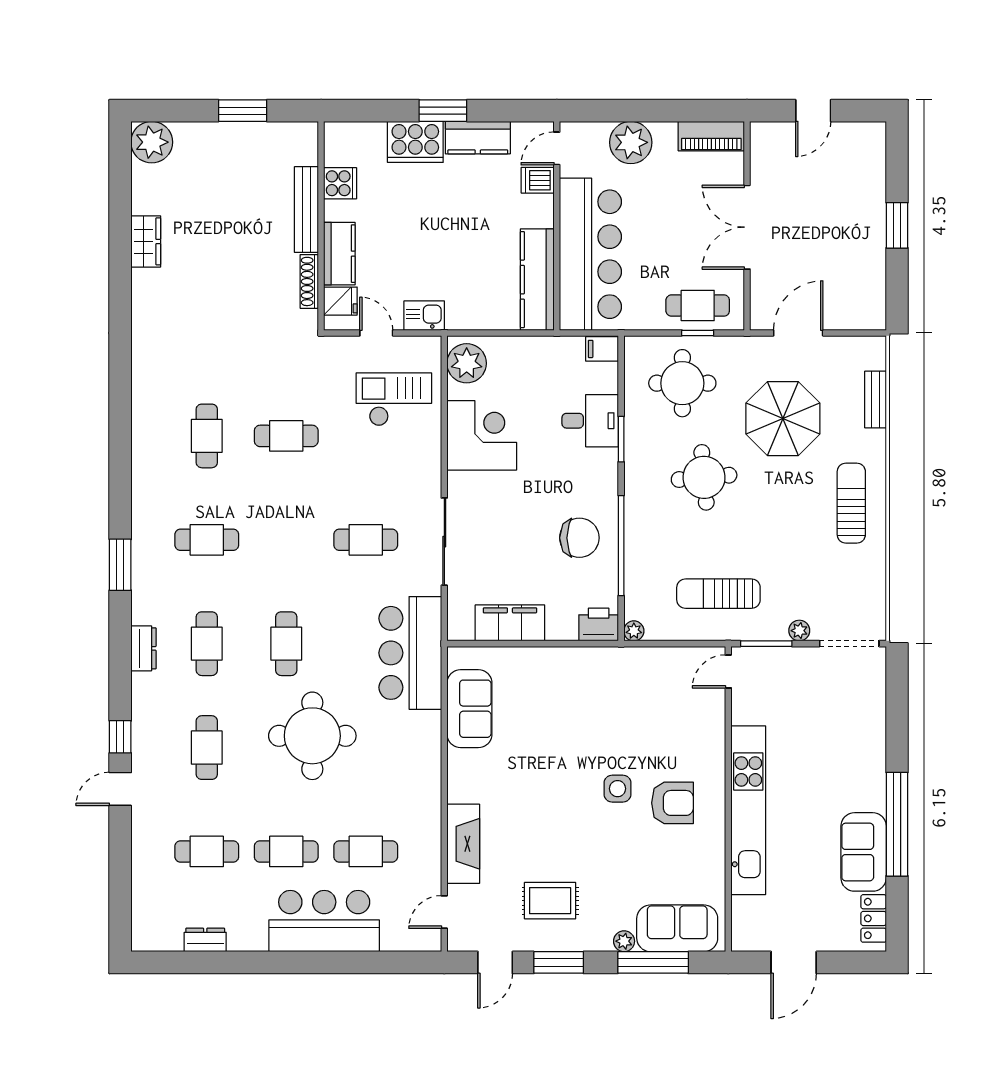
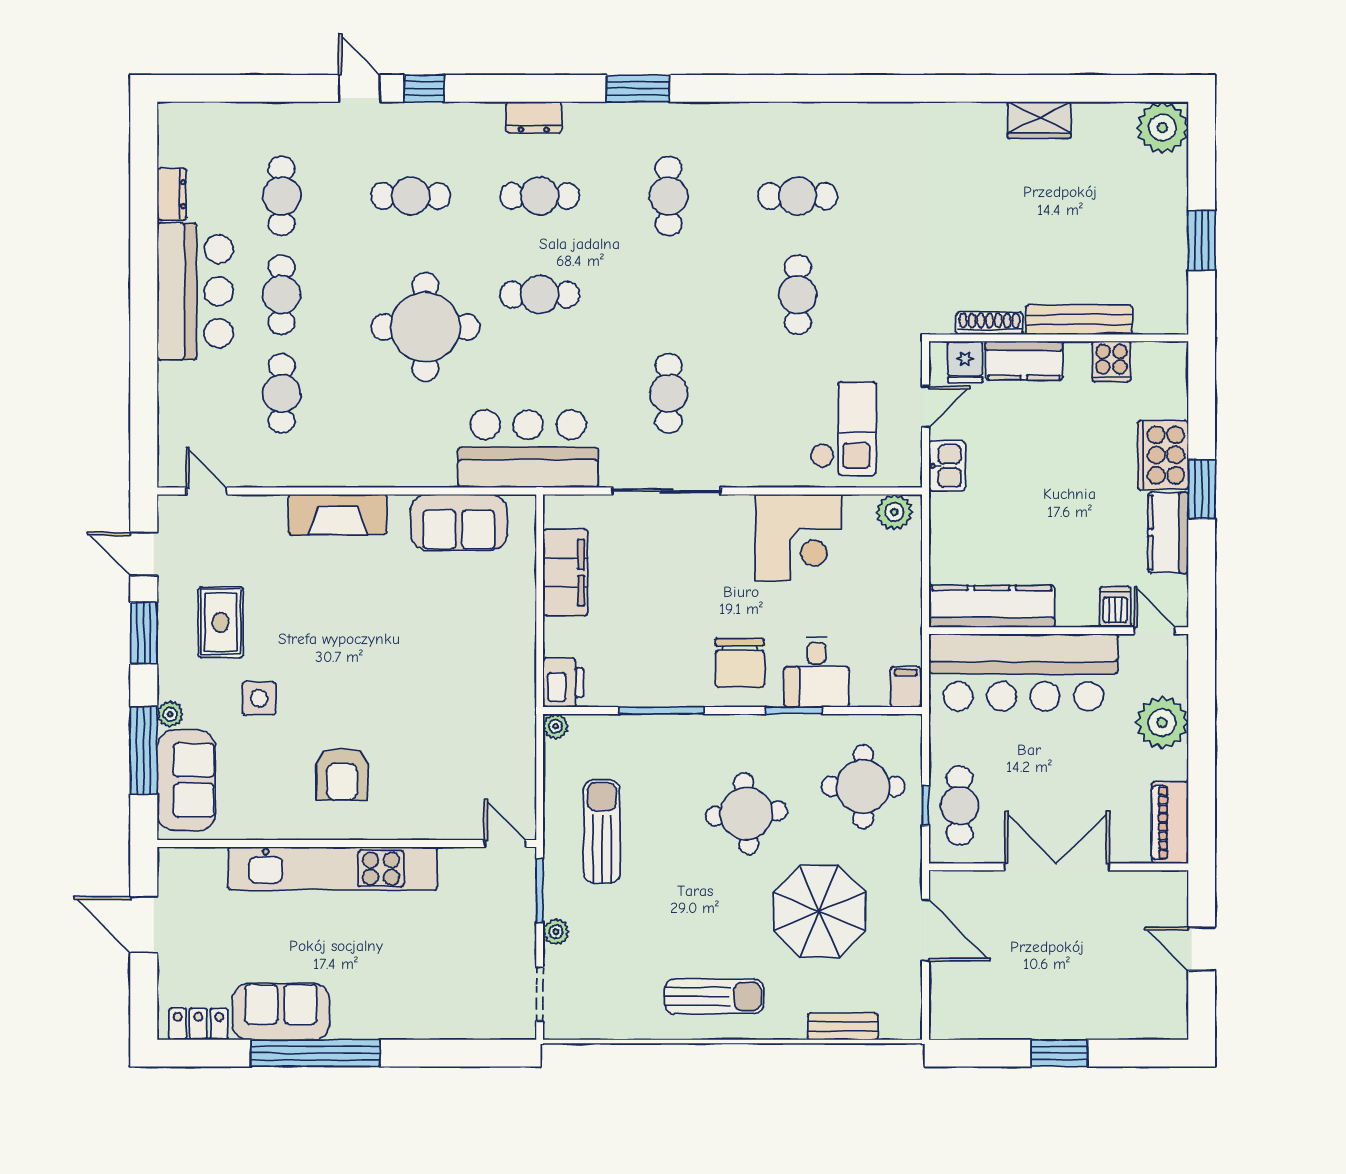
plant: (467, 363) -> (894, 512), width x0.73, depth x0.73
chair: (579, 538) -> (740, 663), moved
window: (621, 546) -> (662, 710), width x0.68
doorway: (849, 644) -> (540, 994), width x0.73
side table: (618, 789) -> (259, 698), moved
fireplace: (463, 844) -> (338, 515), moved
bar counter: (324, 921) -> (195, 291), moved

